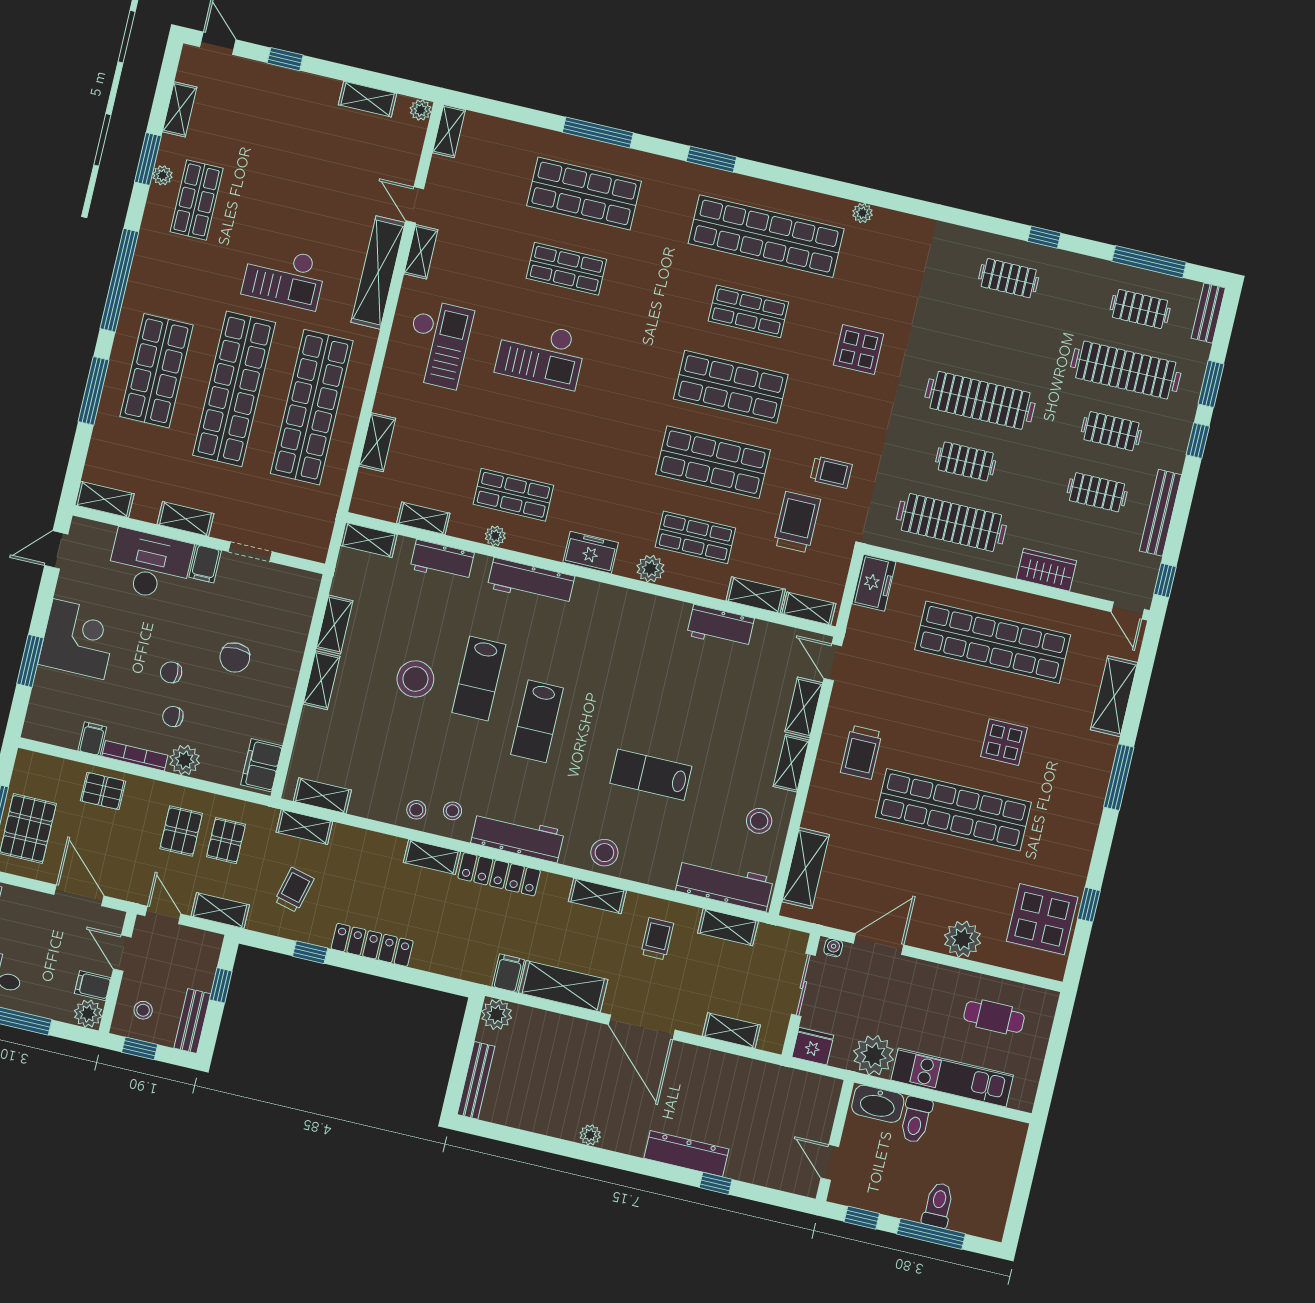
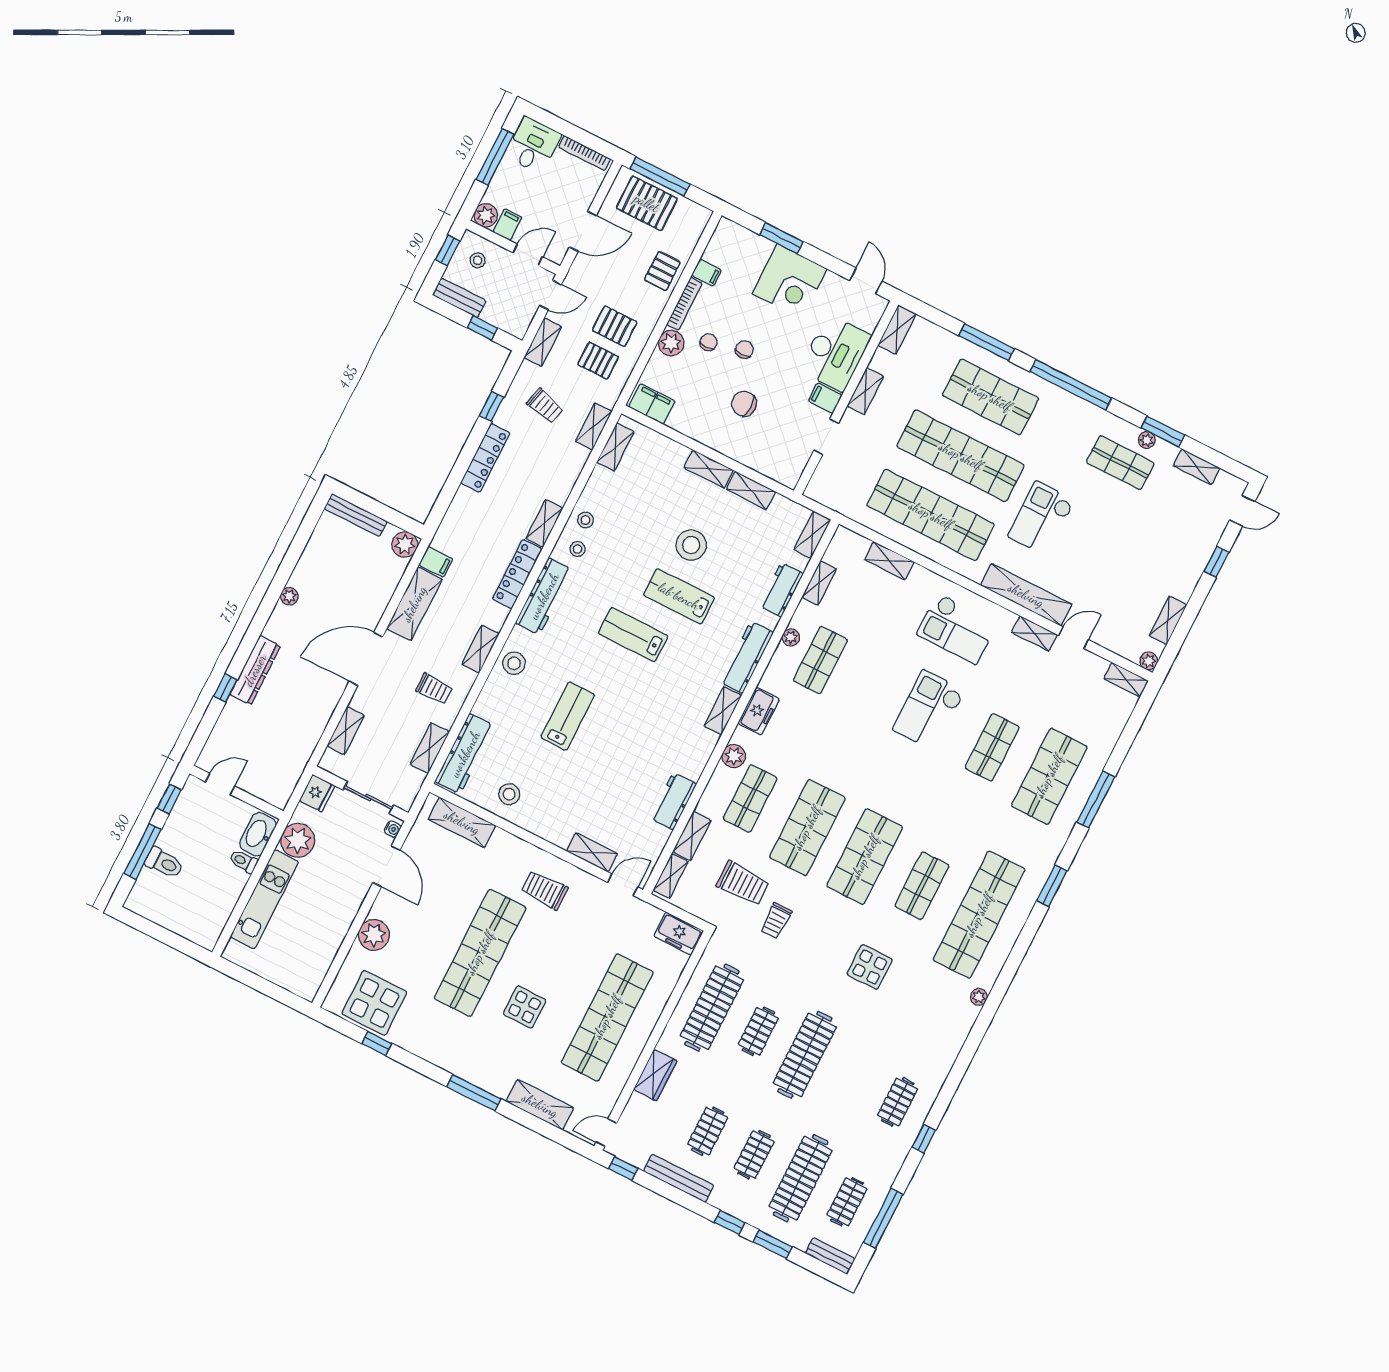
shelving: (791, 763) -> (723, 711), moved, turned 90
cafe table: (994, 1017) -> (305, 945), removed
toilet: (916, 1120) -> (243, 861), width x0.73, depth x0.72

